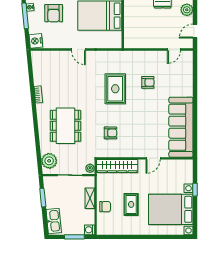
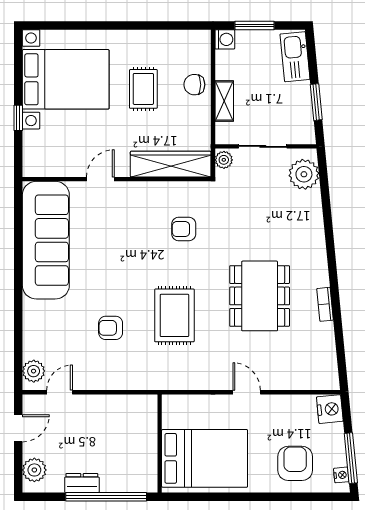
plant: (187, 60) -> (34, 371), added
dining table: (65, 126) -> (260, 296), moved

